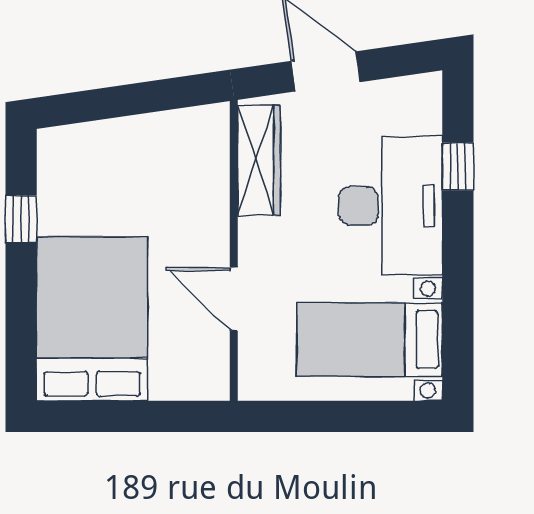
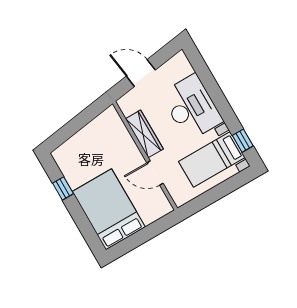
wardrobe: (259, 160) -> (144, 134), moved
window: (458, 167) -> (243, 141), moved

